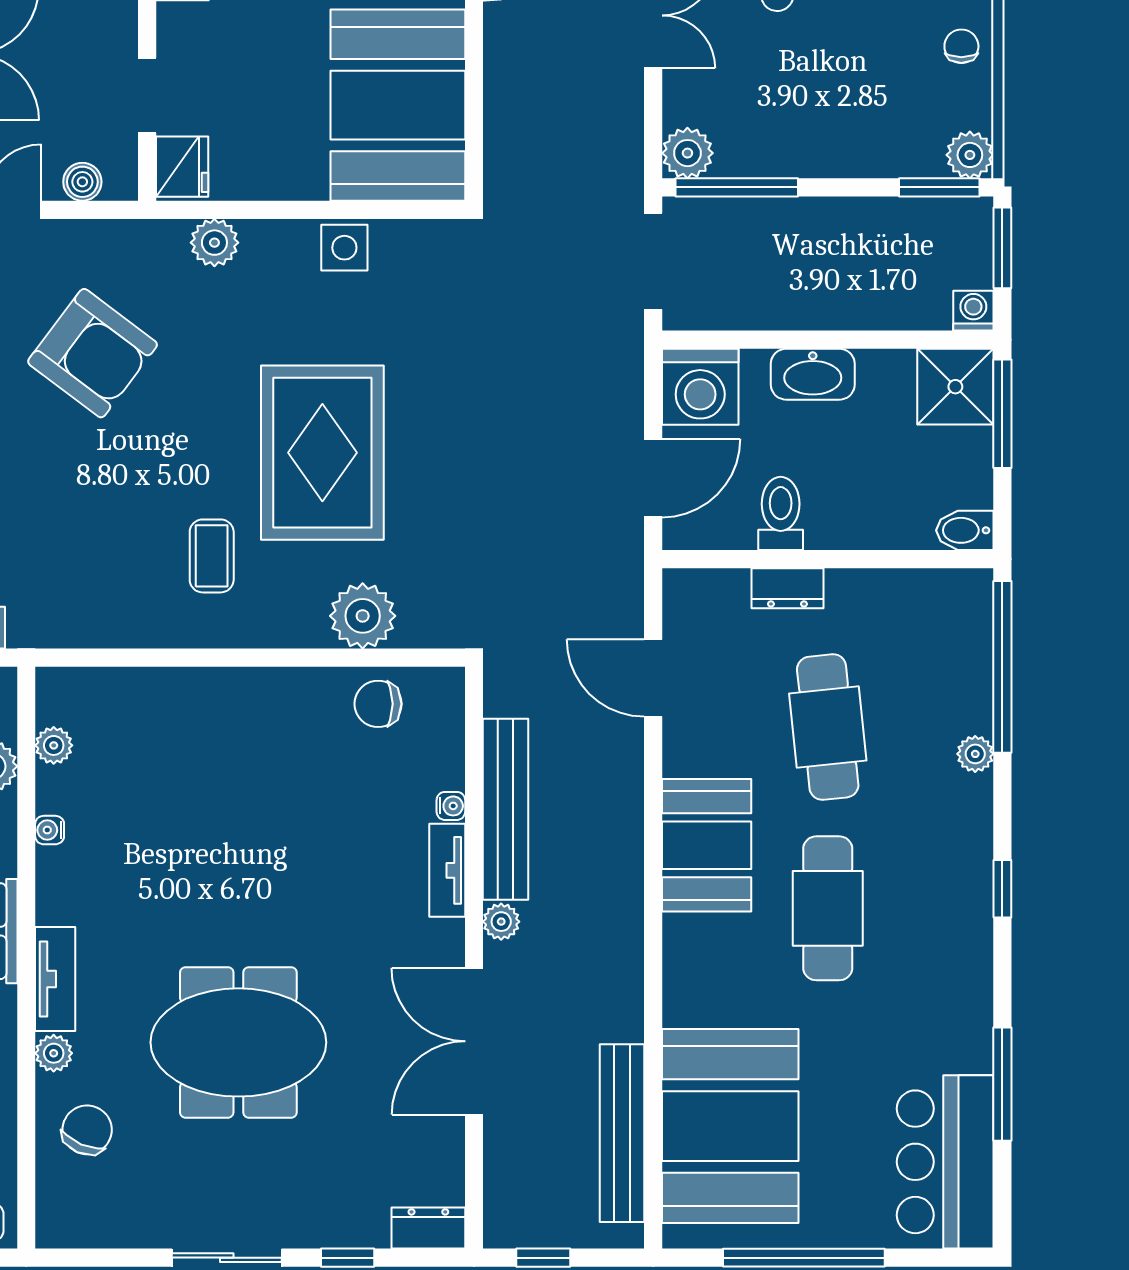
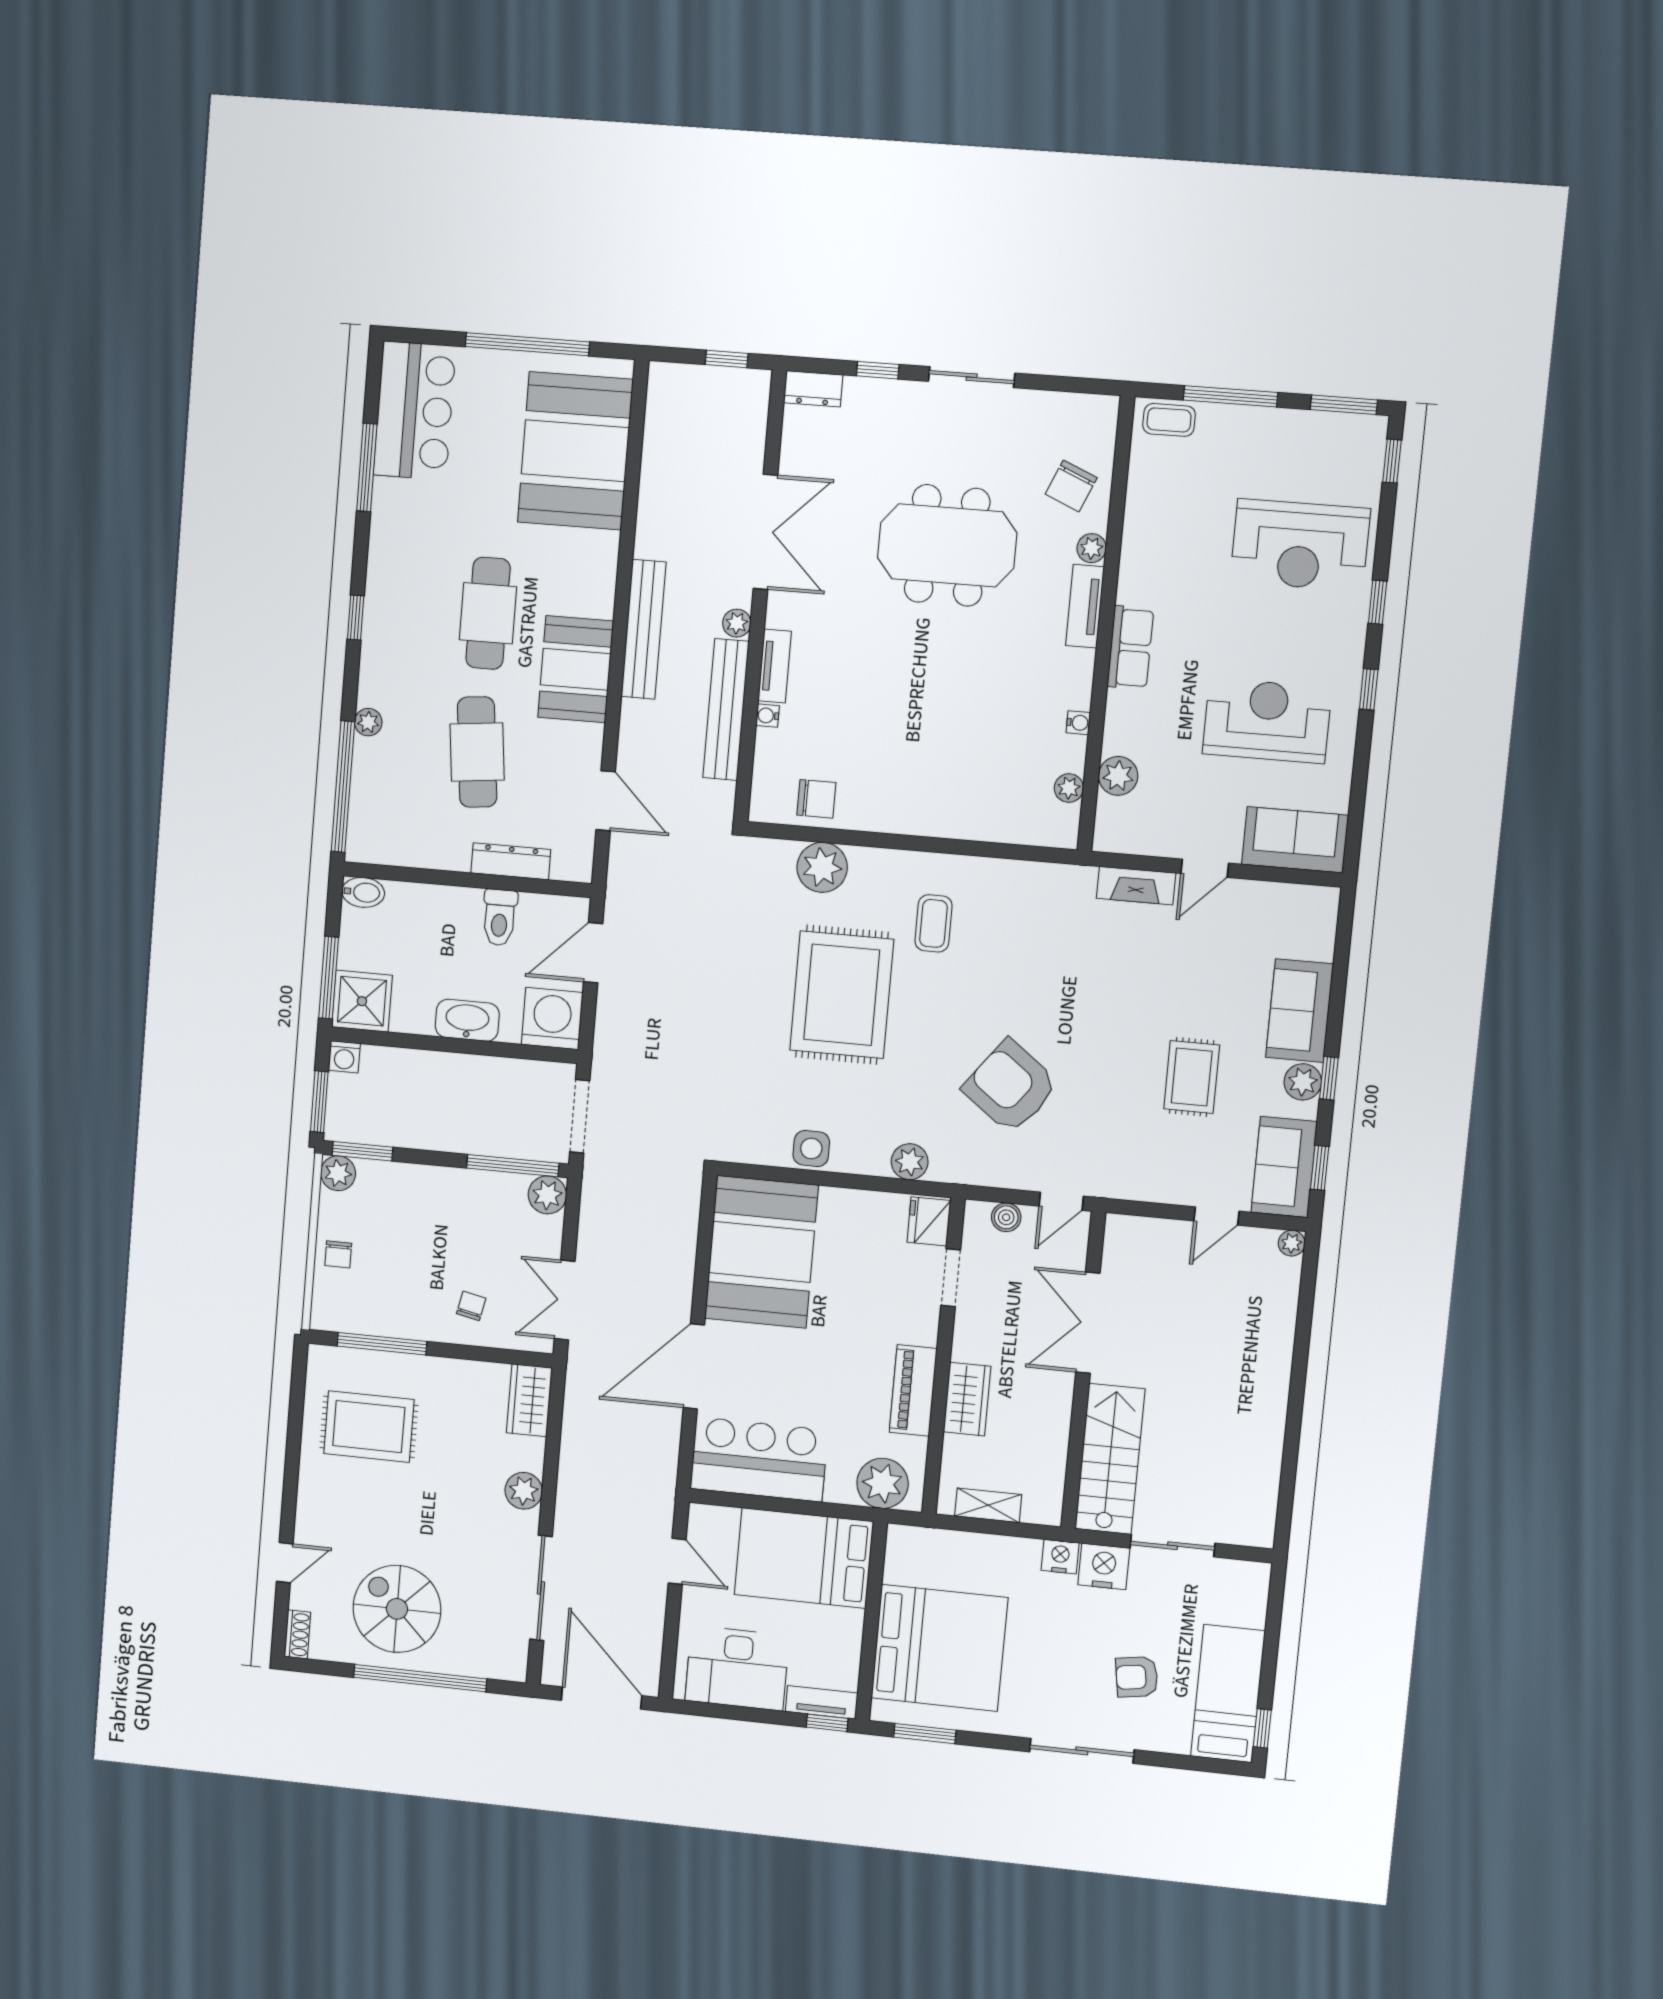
dresser: (787, 588) -> (511, 861), width x1.44
bench: (622, 1133) -> (643, 629), moved

